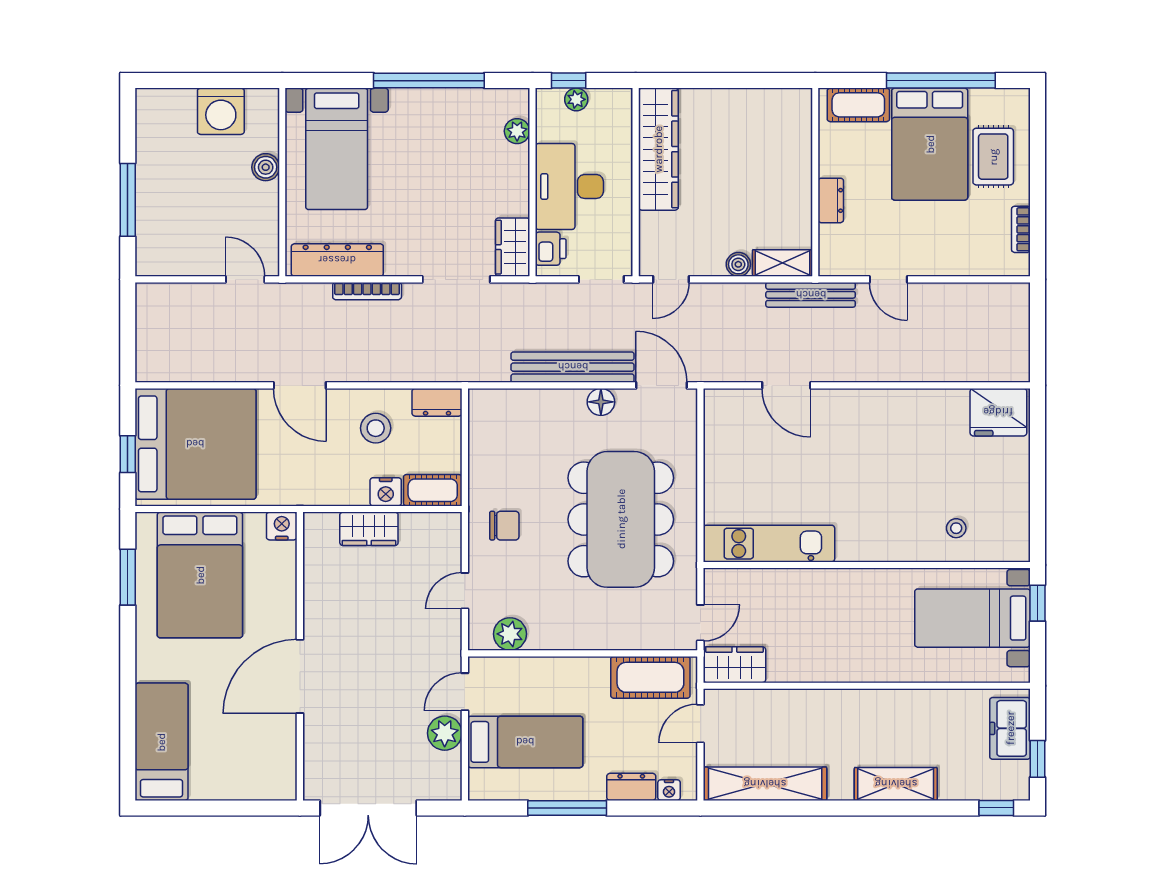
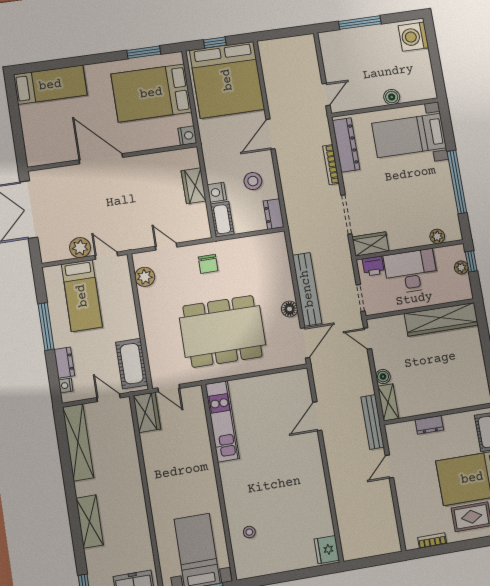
washing machine: (221, 111) -> (413, 37), moved
fridge: (998, 412) -> (327, 550), width x0.73, depth x0.75

